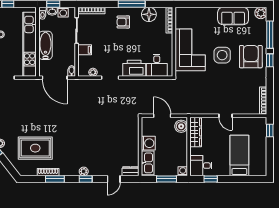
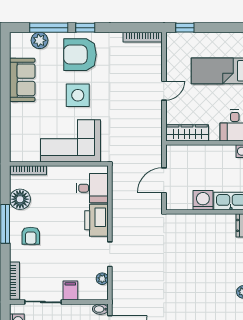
plant: (261, 13) -> (40, 40), moved
boiler: (181, 126) -> (179, 154), removed

